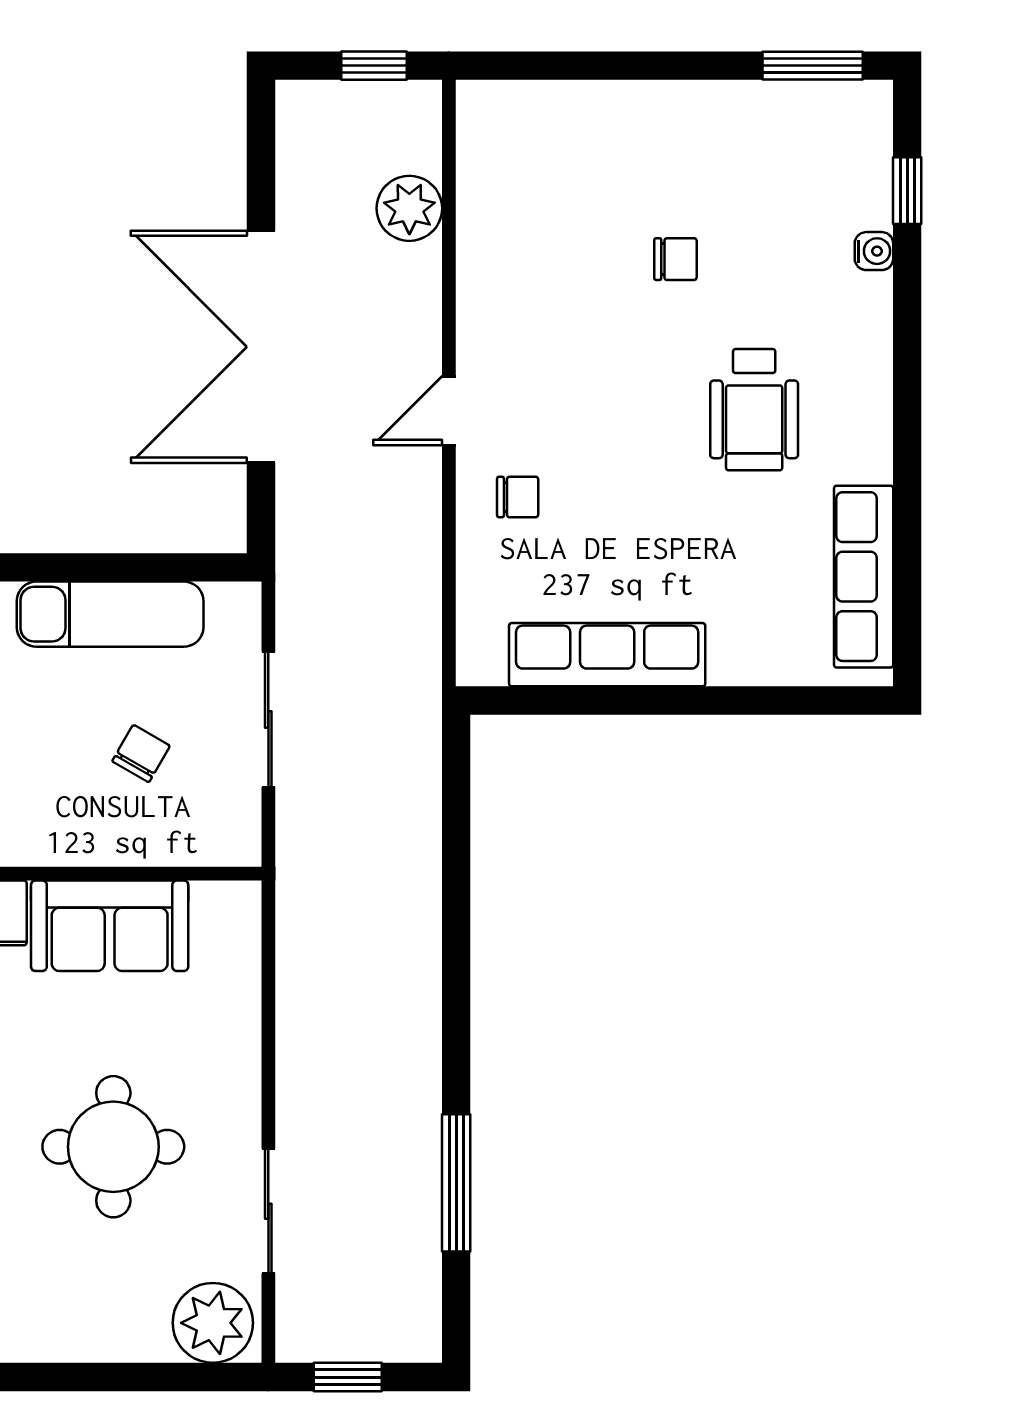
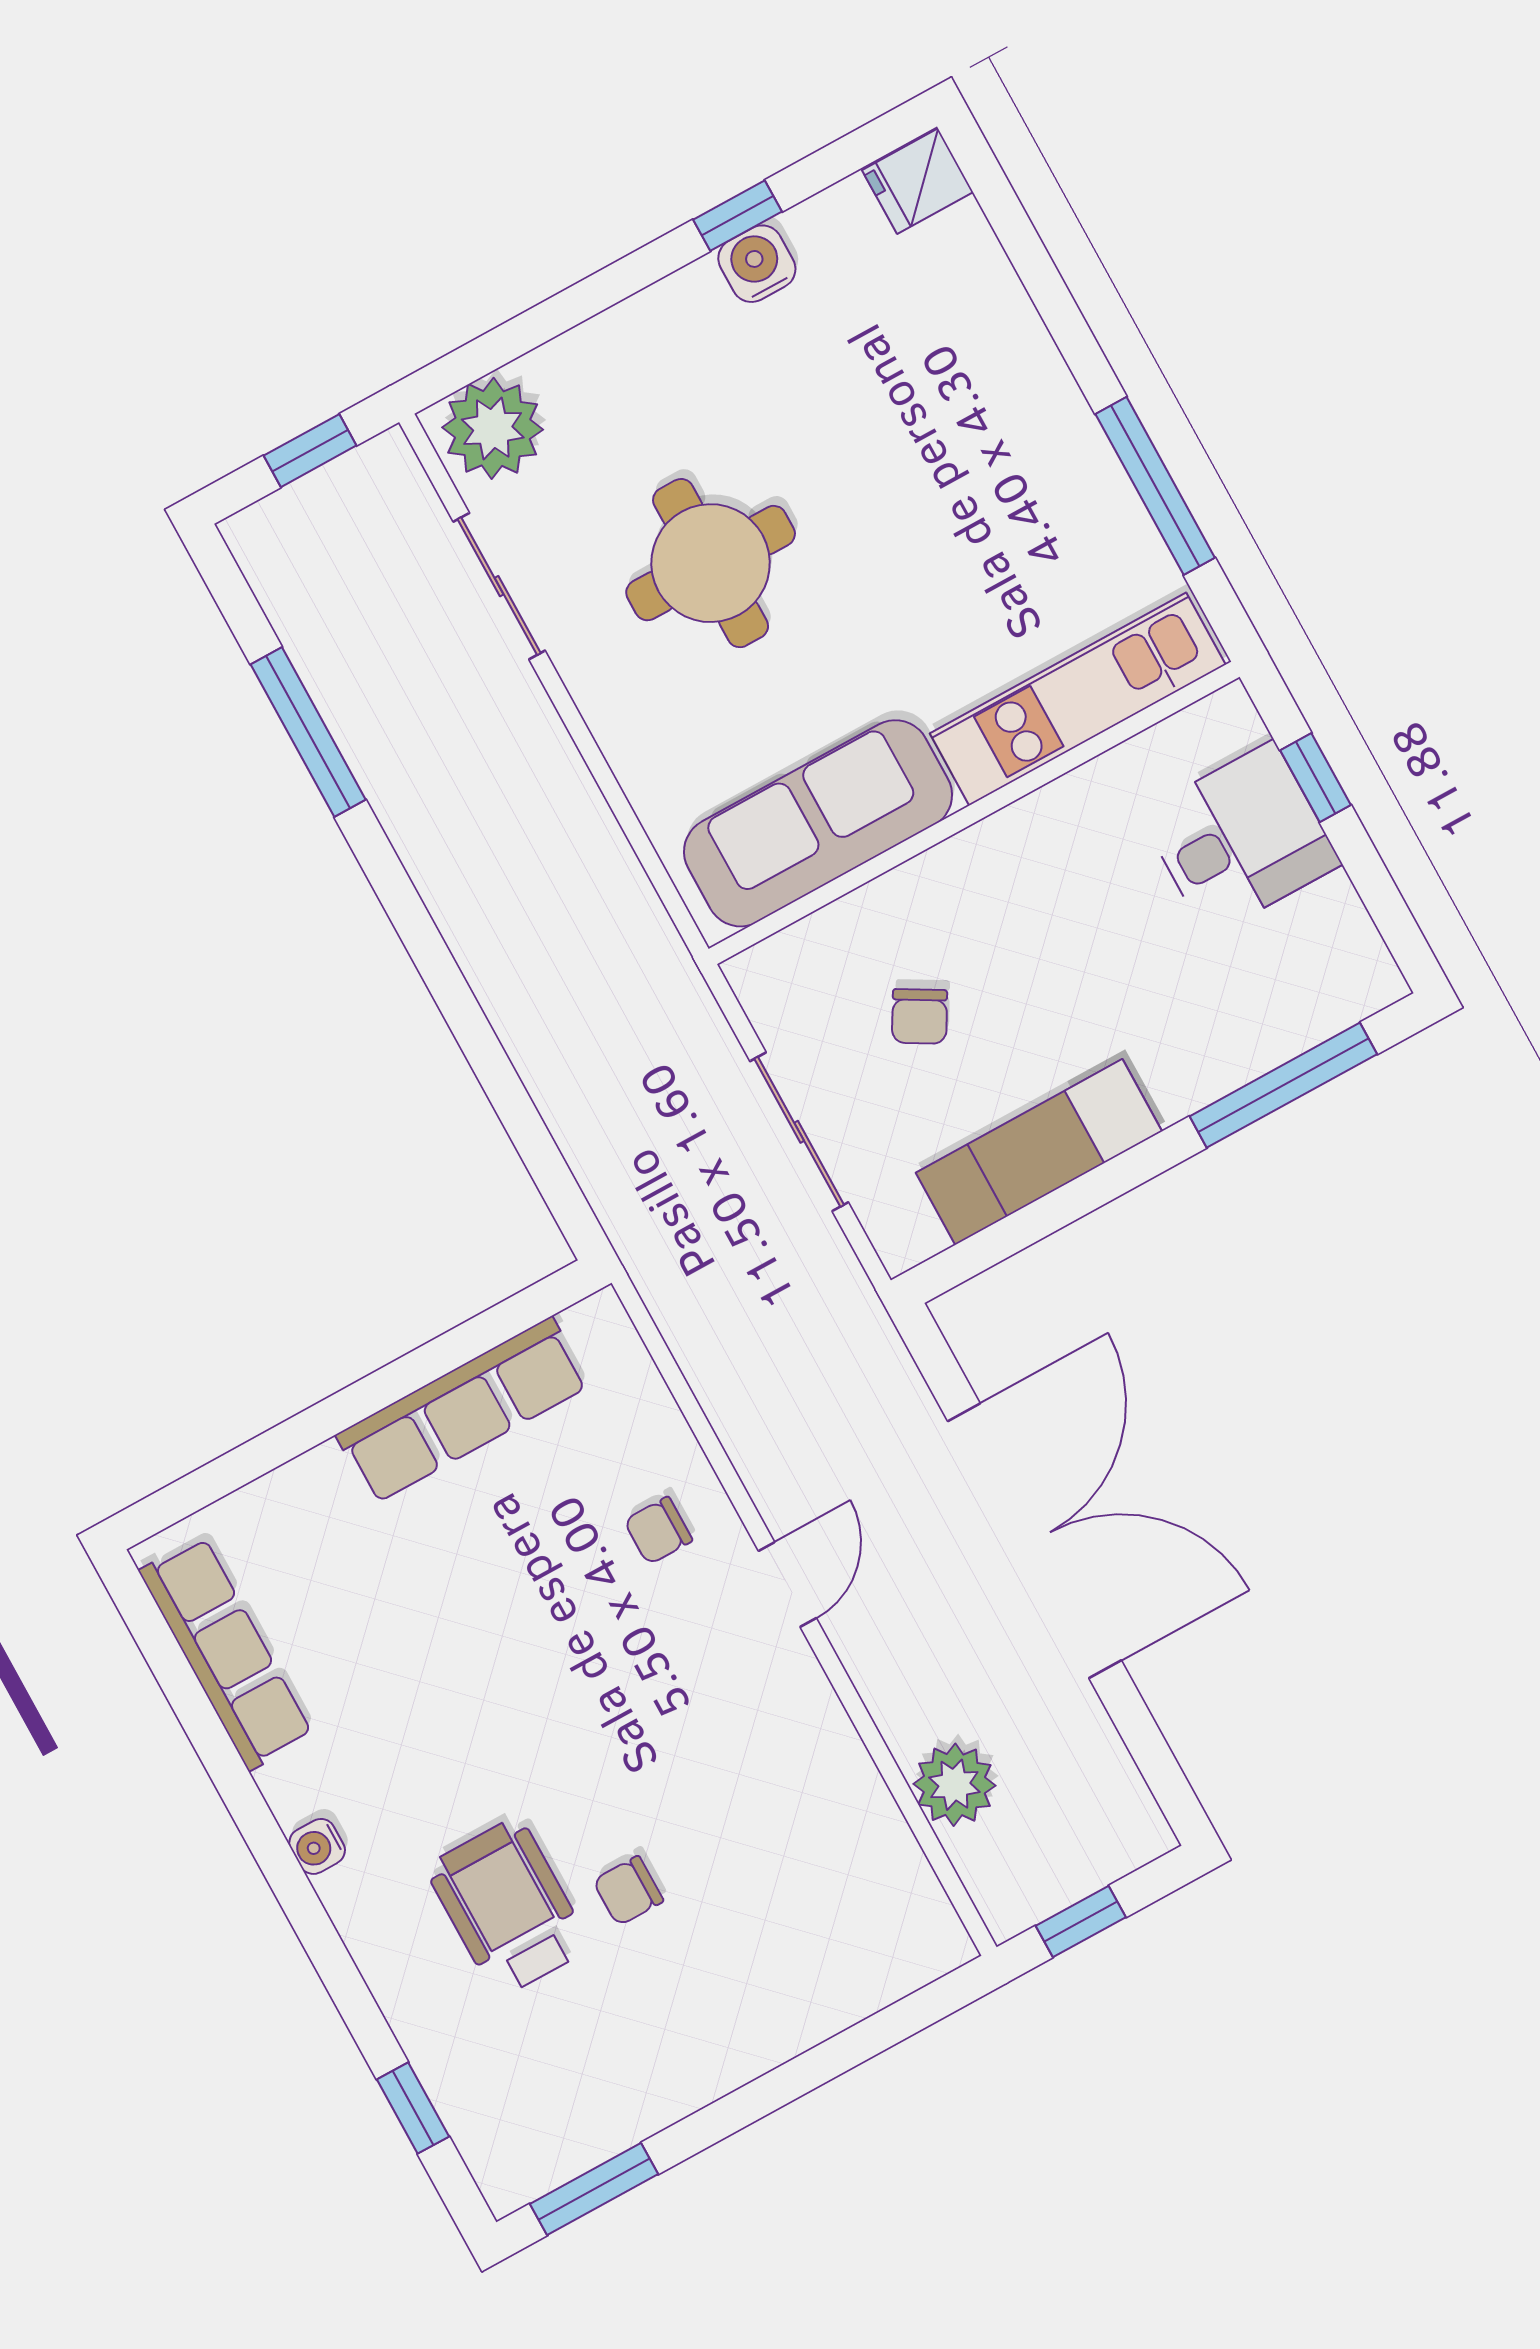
water cooler: (874, 251) -> (317, 1846), moved
wheelchair: (754, 410) -> (508, 1907), moved
sofa: (110, 926) -> (818, 823), width x1.36

